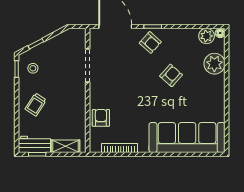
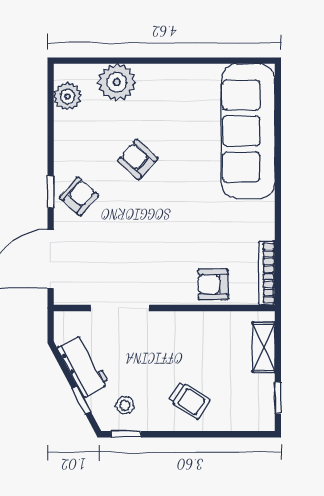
floor lamp: (220, 33) -> (62, 72), removed
workbench: (34, 144) -> (83, 366), moved, turned 152
bookcase: (119, 148) -> (267, 273), moved

